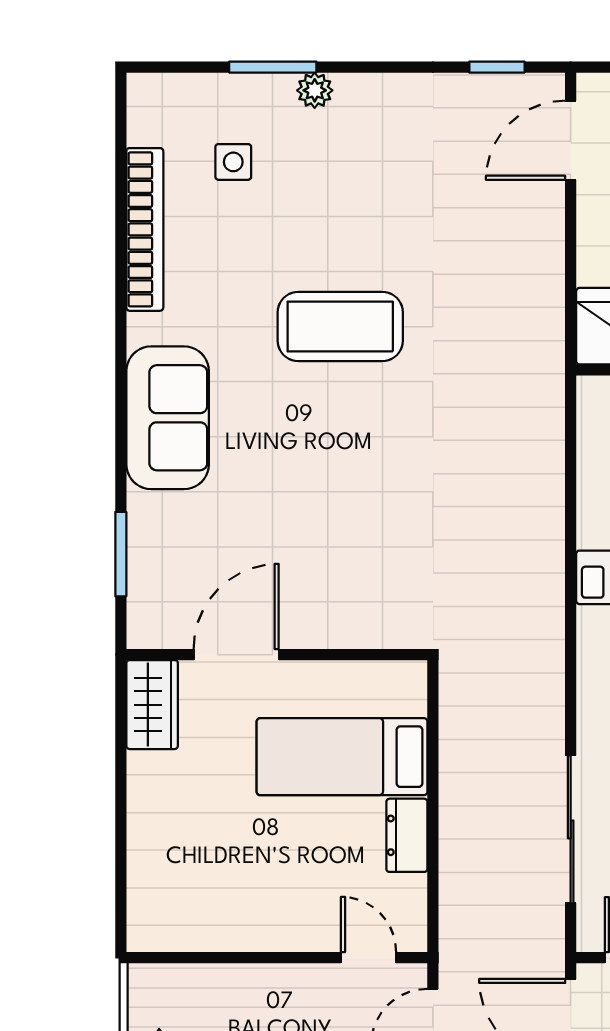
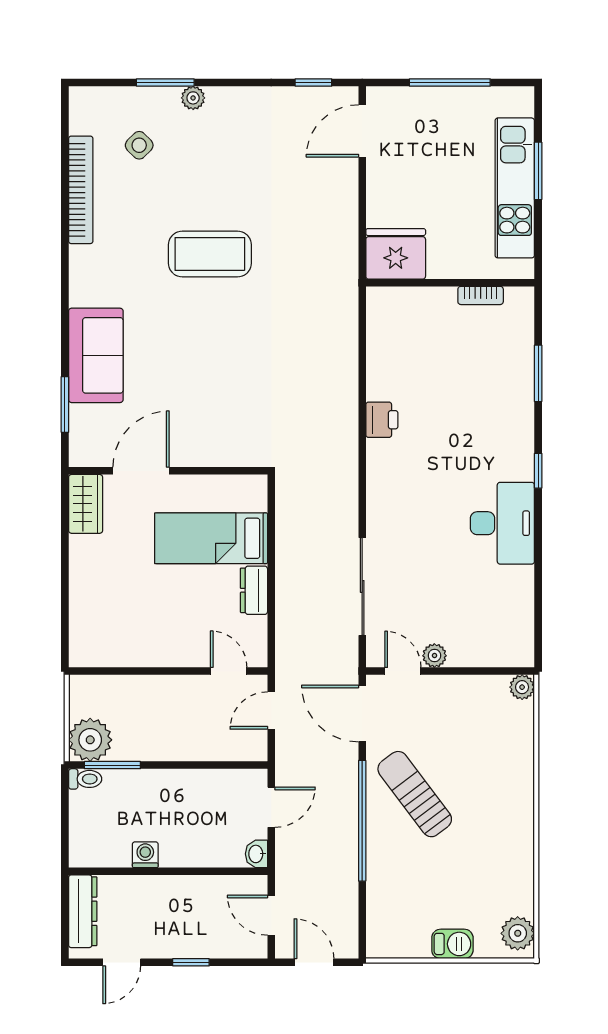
side table: (233, 162) -> (139, 145), turned 45
sofa: (168, 418) -> (96, 355), moved

